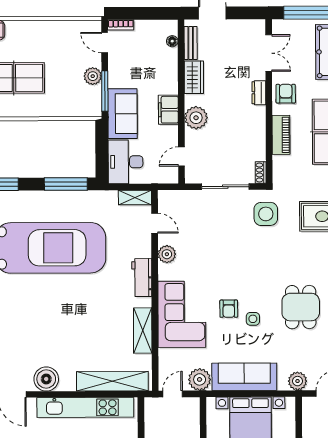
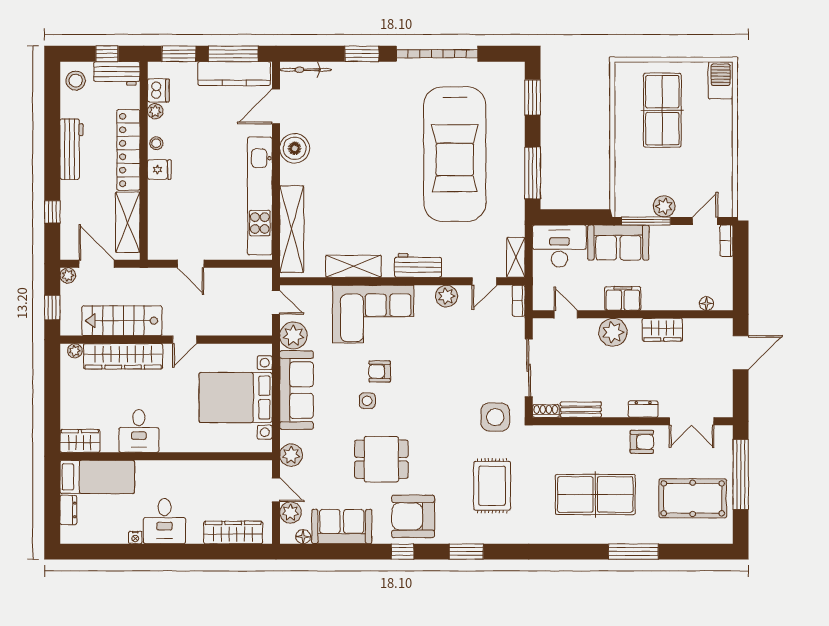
bench: (191, 43) -> (581, 410), moved
piano: (281, 135) -> (592, 436), removed
bookcase: (170, 195) -> (519, 301), added

